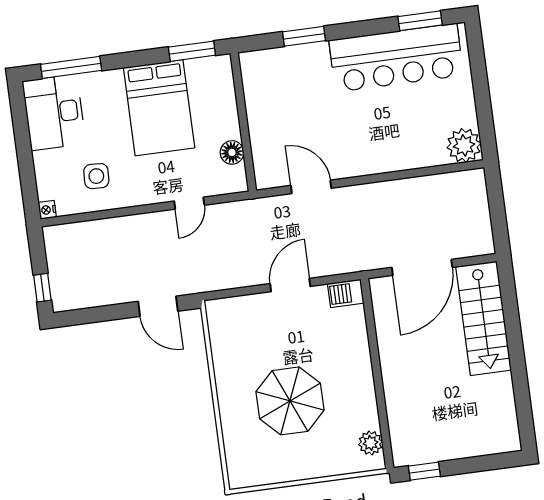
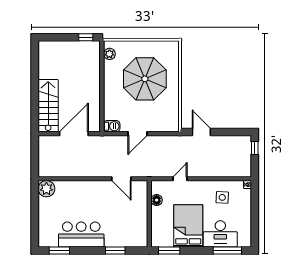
bar counter: (396, 58) -> (81, 234), width x0.73
desk: (54, 112) -> (220, 234), moved, turned 90
parasol: (290, 401) -> (145, 79), width x1.36, depth x1.36

